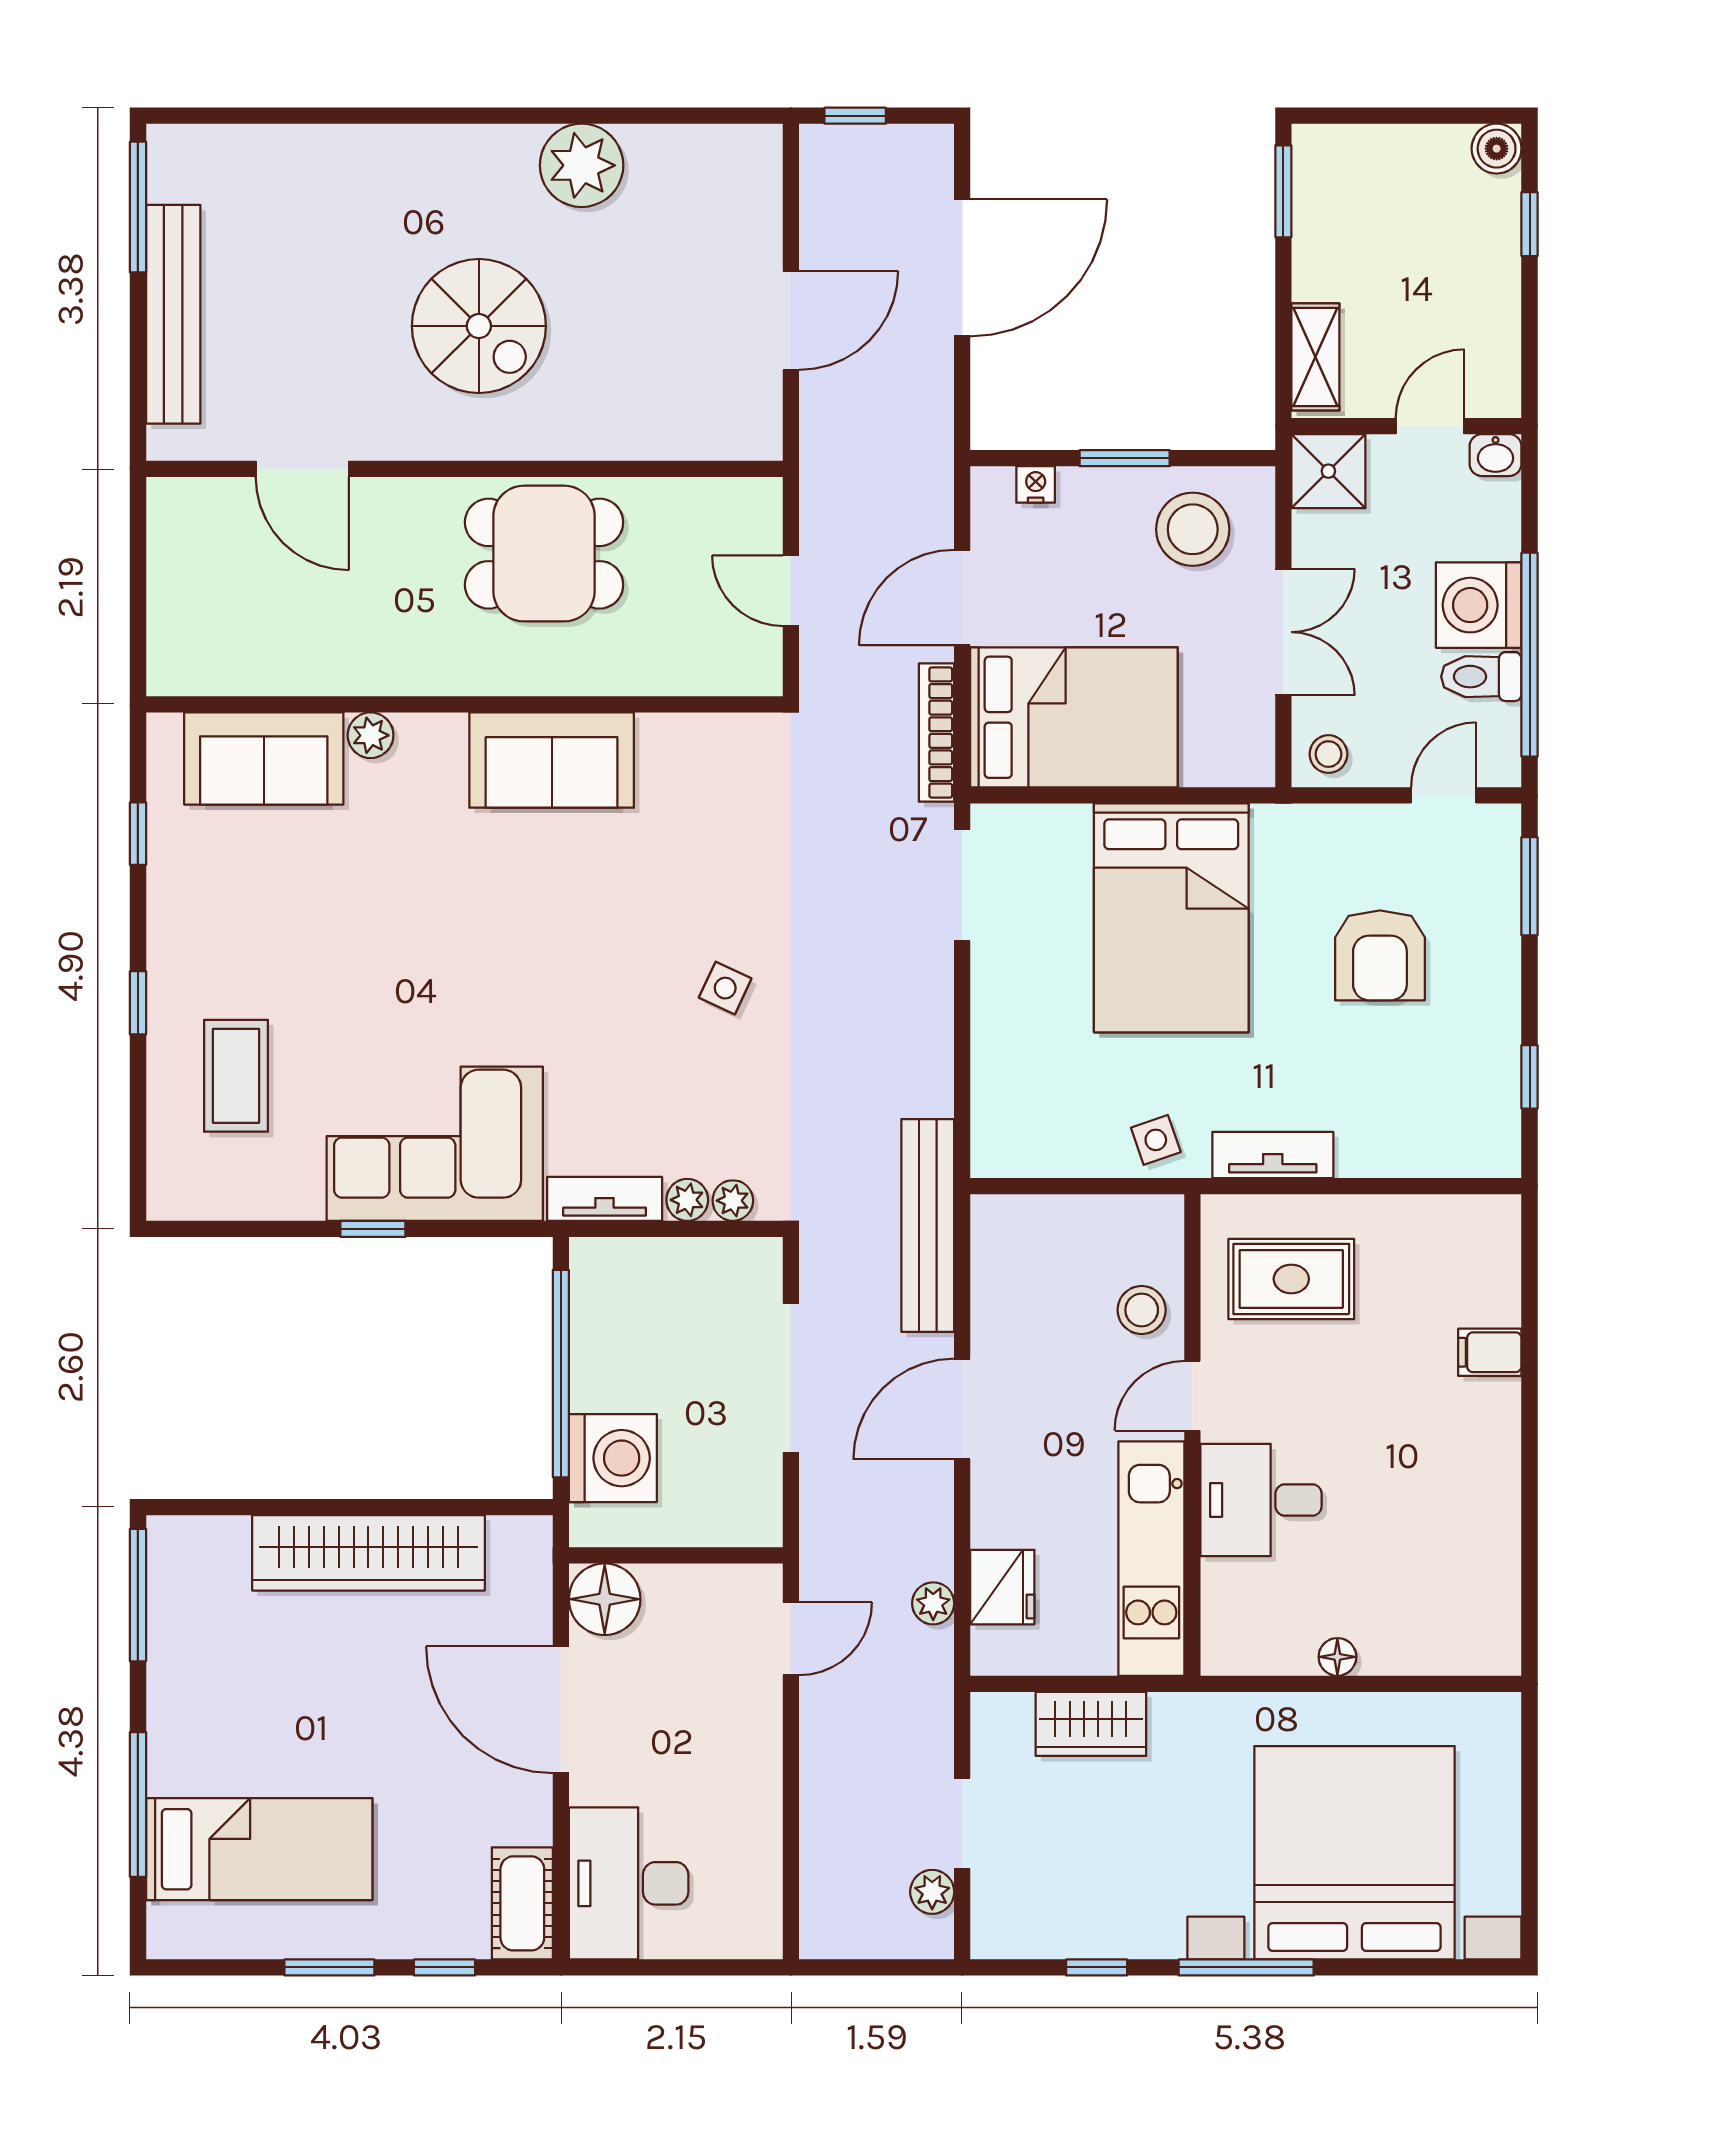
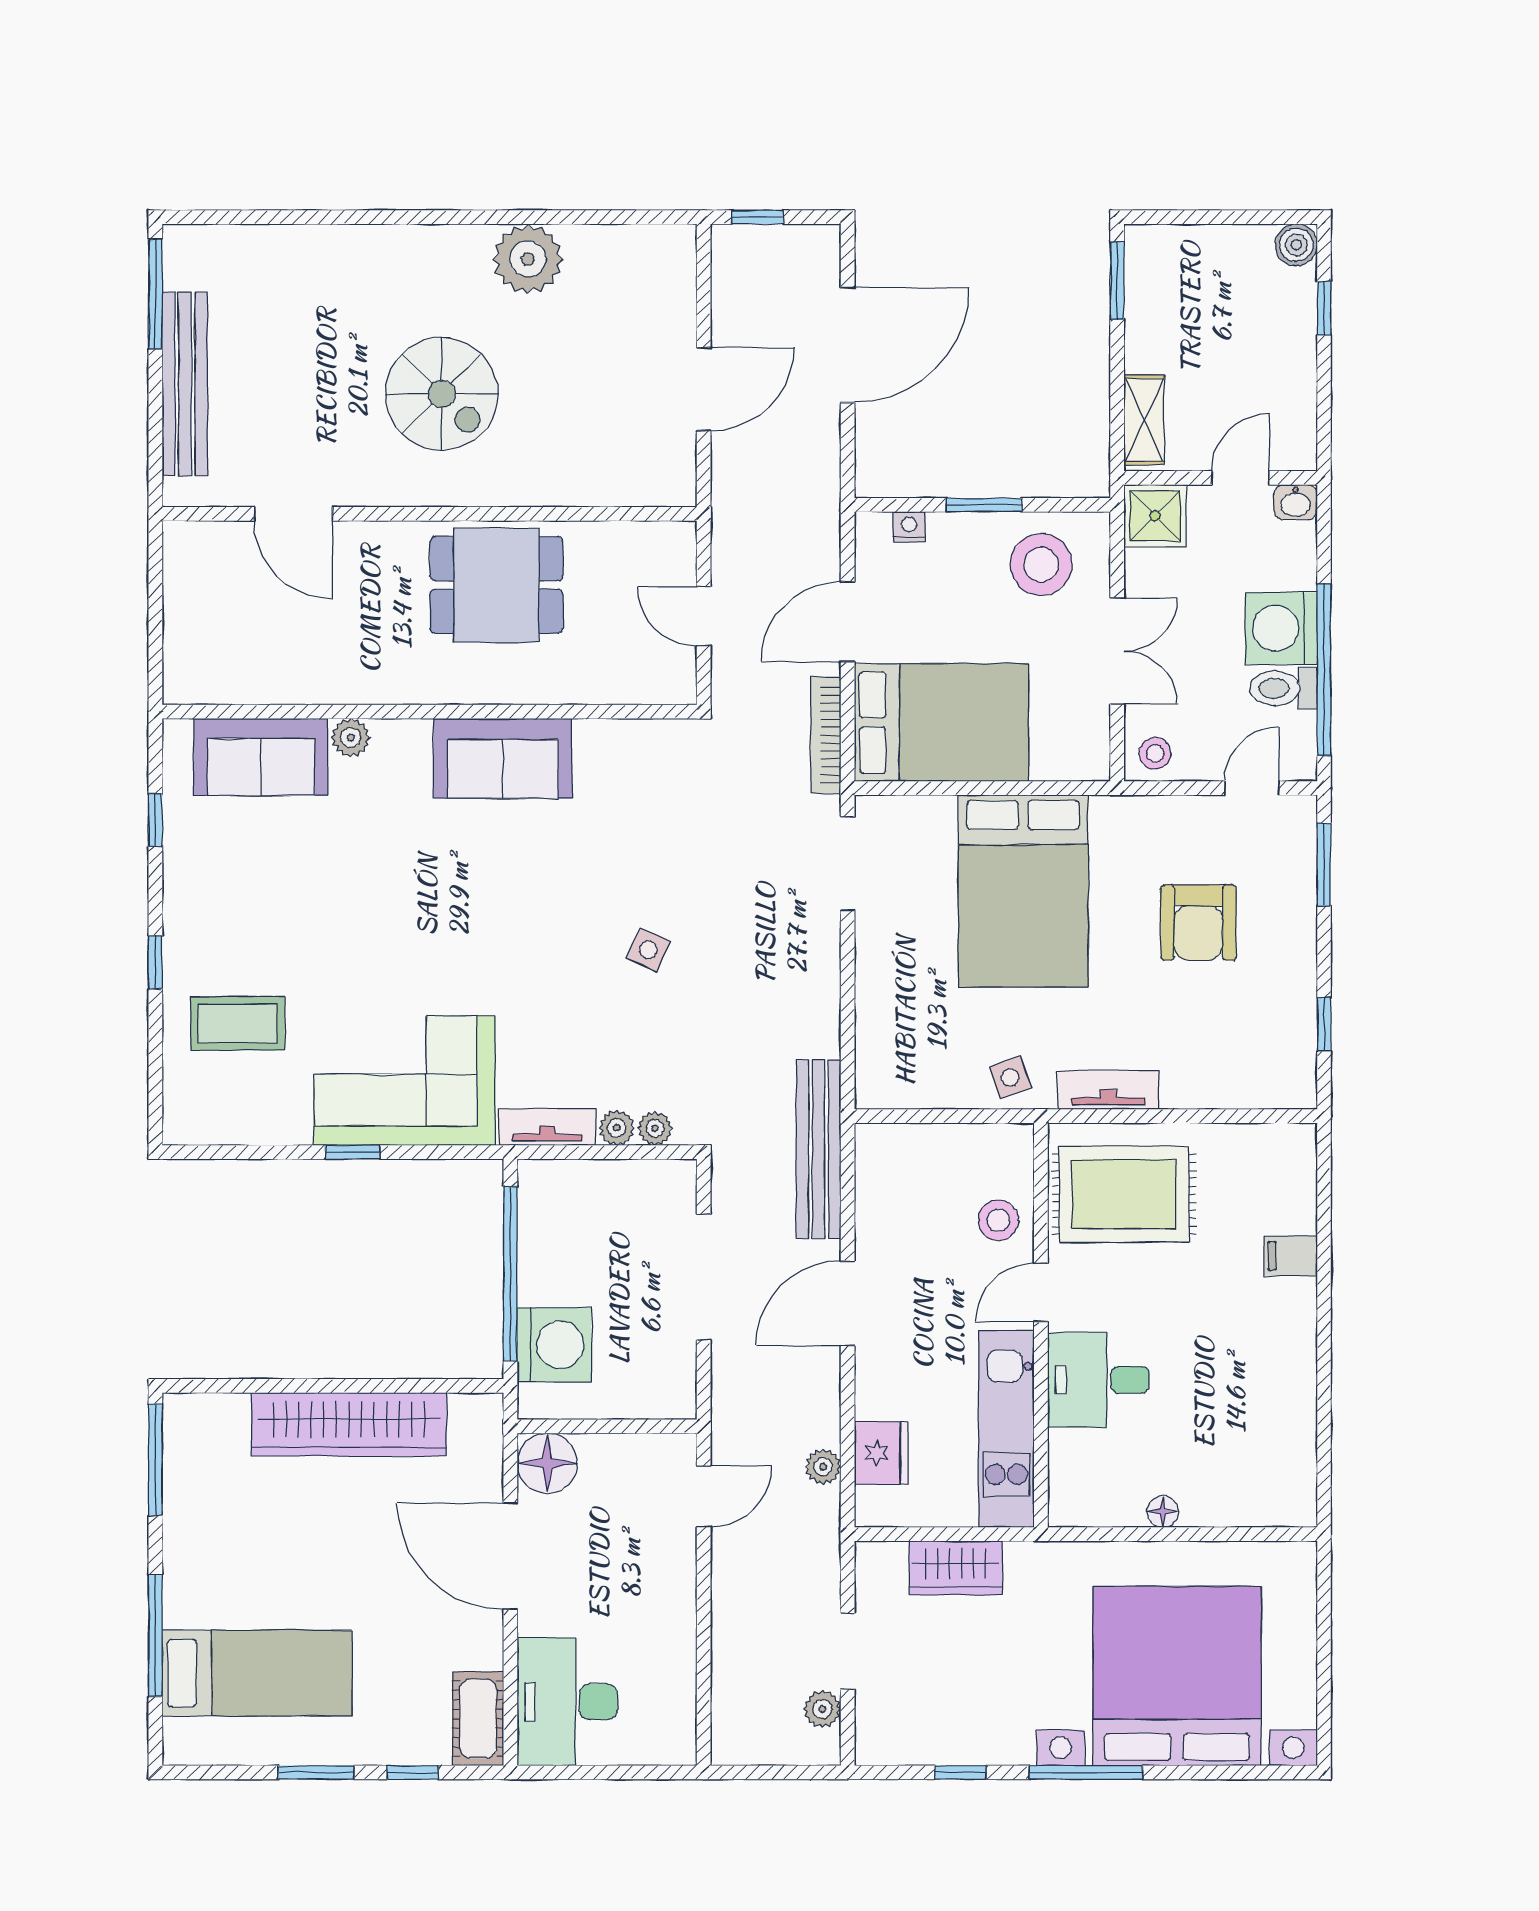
coffee table: (236, 1076) -> (238, 1024), turned 90
rug: (1291, 1279) -> (1124, 1194), width x1.36, depth x1.43

